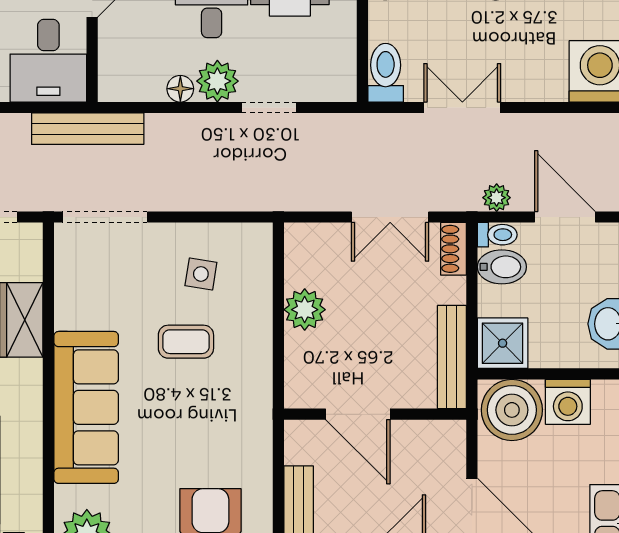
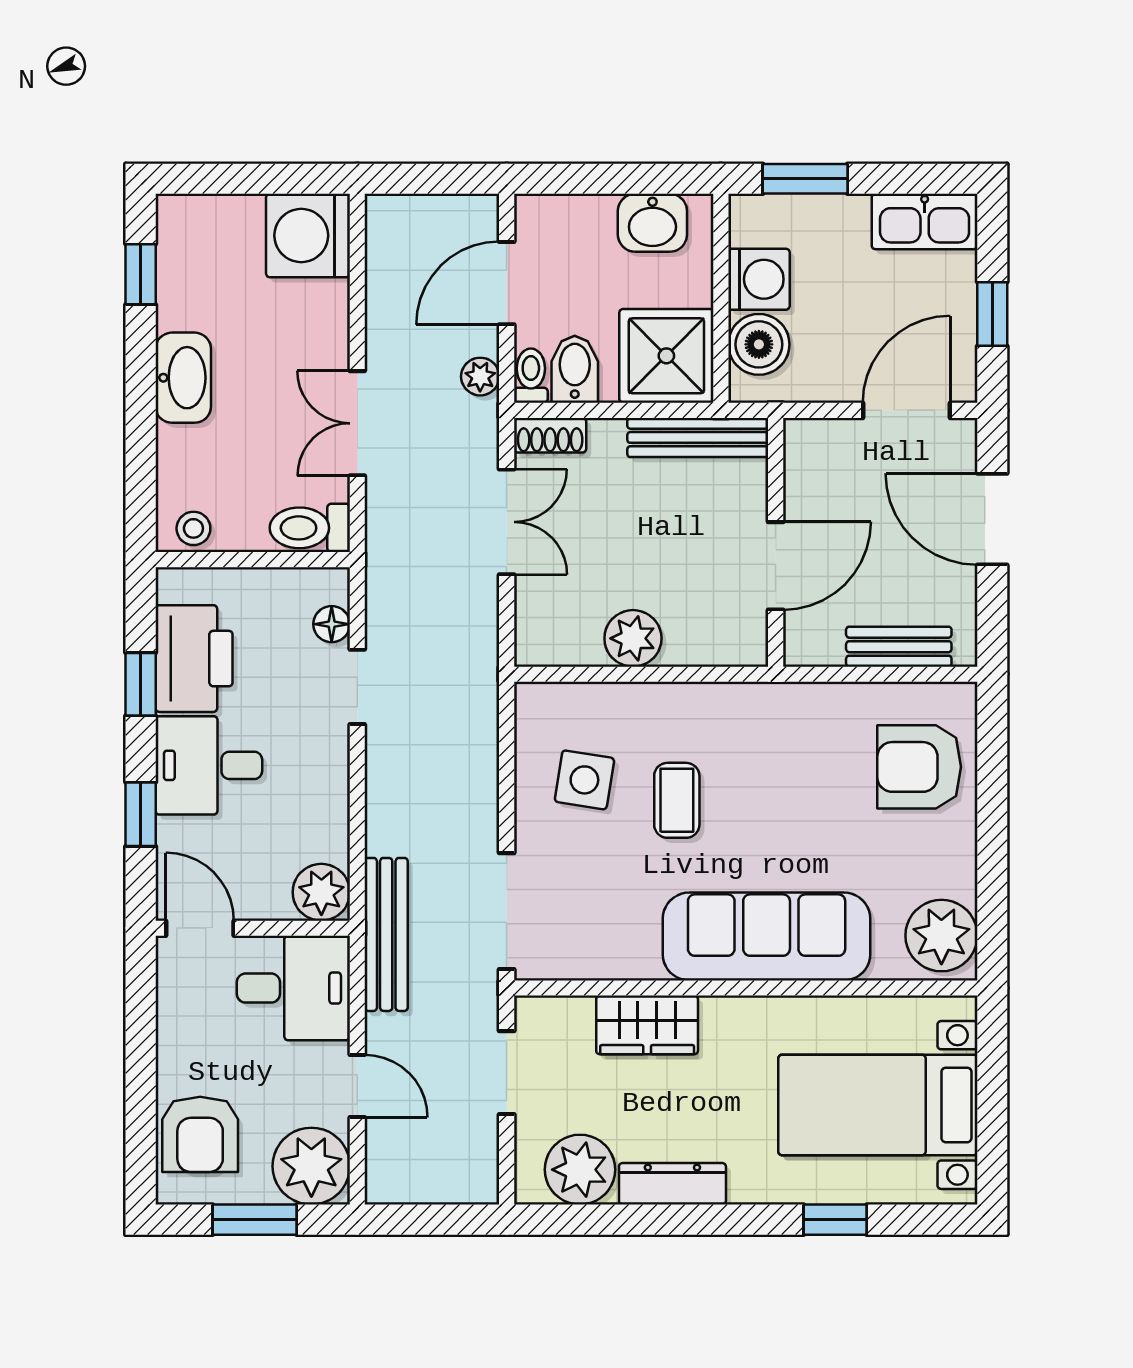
plant: (217, 81) -> (321, 892), moved
floor lamp: (180, 89) -> (332, 624), moved
side table: (201, 274) -> (584, 780), width x1.37, depth x1.37
shower: (503, 343) -> (666, 356), width x1.36, depth x1.36
boiler: (512, 410) -> (759, 344), width x0.73, depth x0.73

